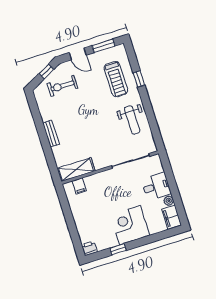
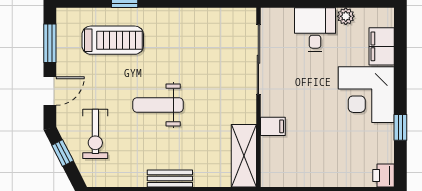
weight bench: (132, 120) -> (158, 105), moved, turned 180
filing cabinet: (79, 186) -> (273, 126), moved
filing cabinet: (172, 217) -> (382, 46), moved, turned 90

